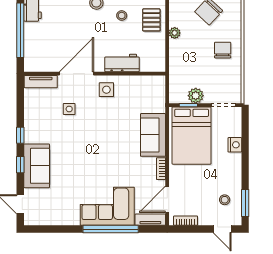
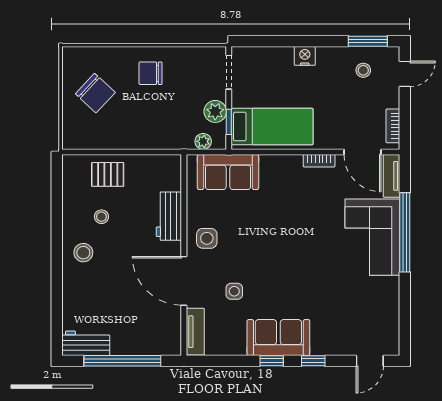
plant: (175, 33) -> (203, 141), moved
sofa: (153, 135) -> (228, 172), moved
bed: (192, 136) -> (272, 126), width x0.67
nightstand: (235, 145) -> (305, 56), moved
sofa: (37, 166) -> (278, 338), moved

